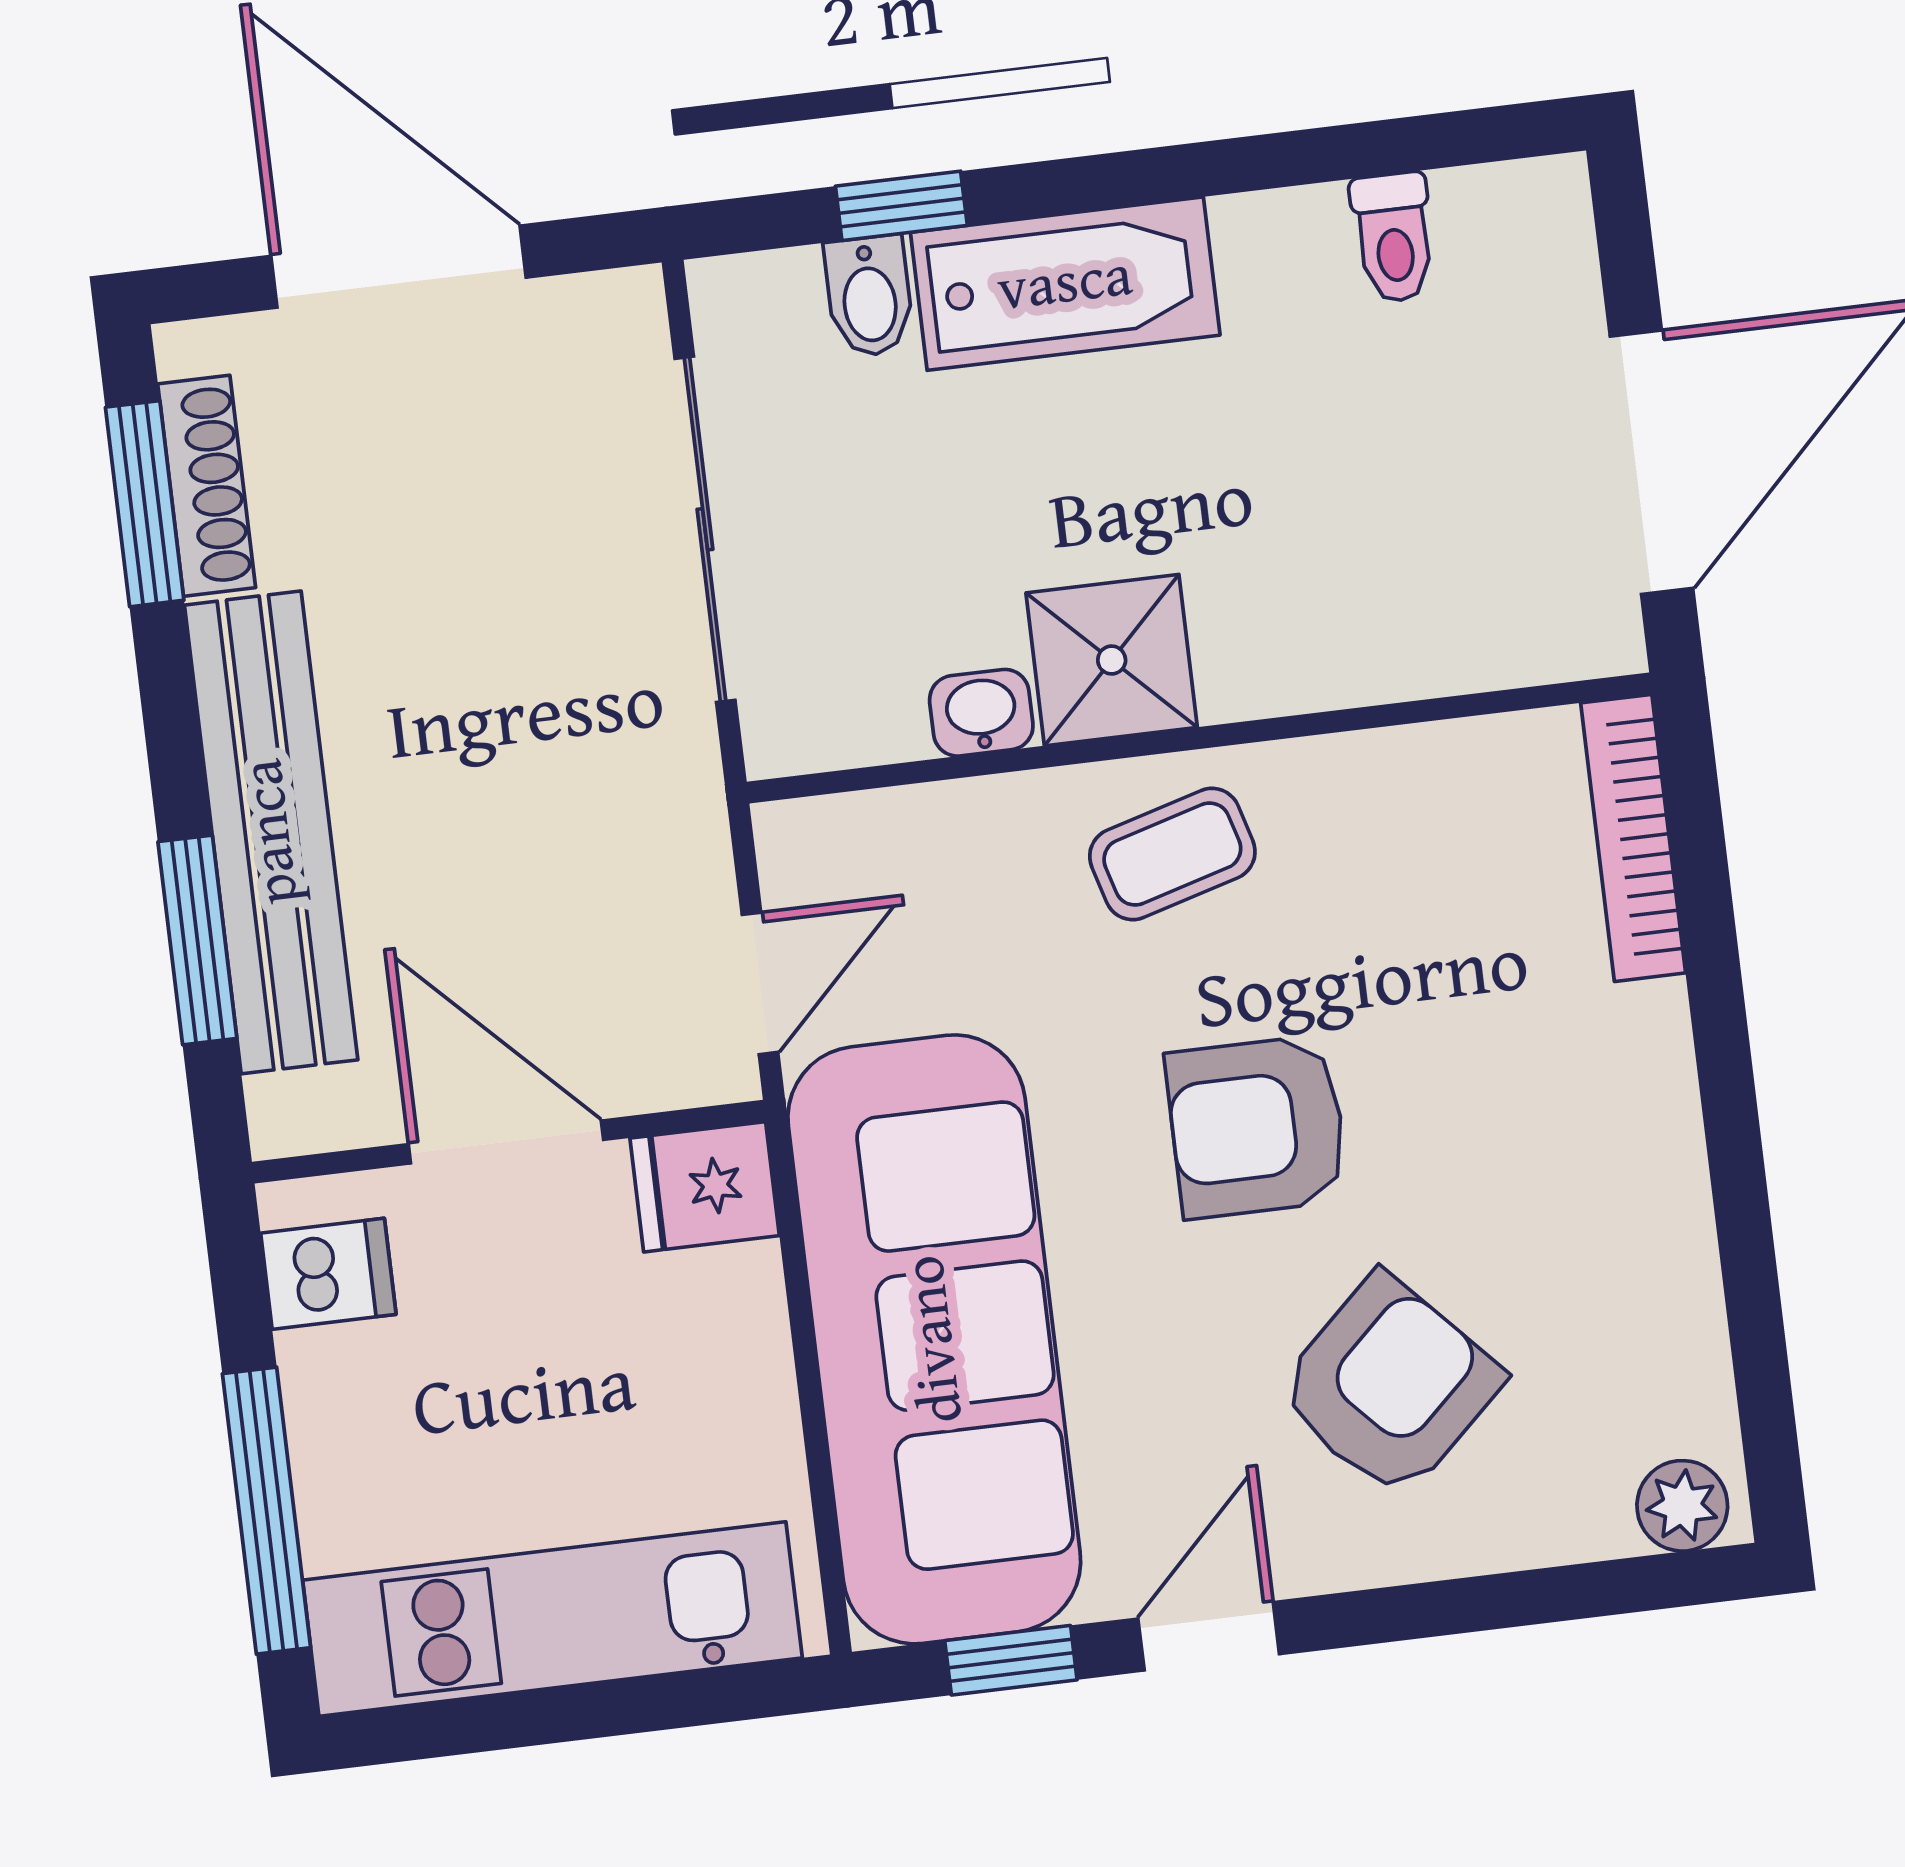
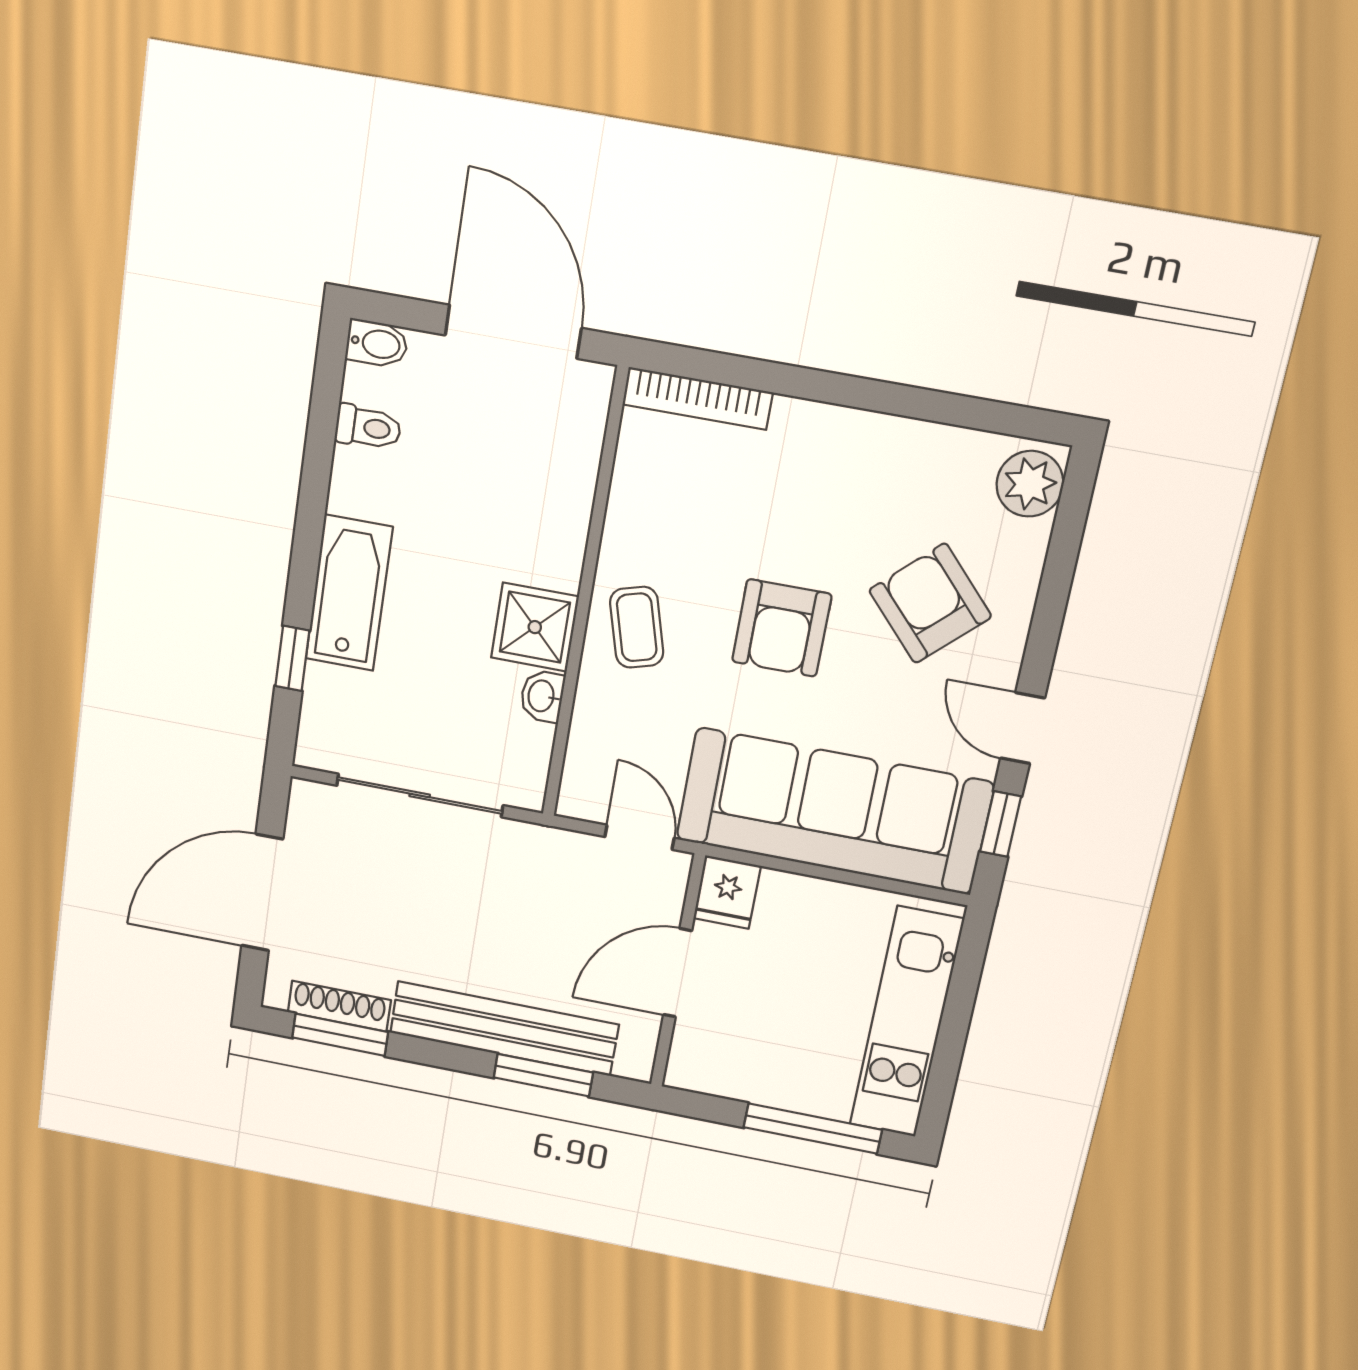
bidet: (869, 296) -> (377, 344), moved
dishwasher: (328, 1274) -> (713, 1068), removed
plant: (1682, 1506) -> (1030, 484), width x1.38, depth x1.38

